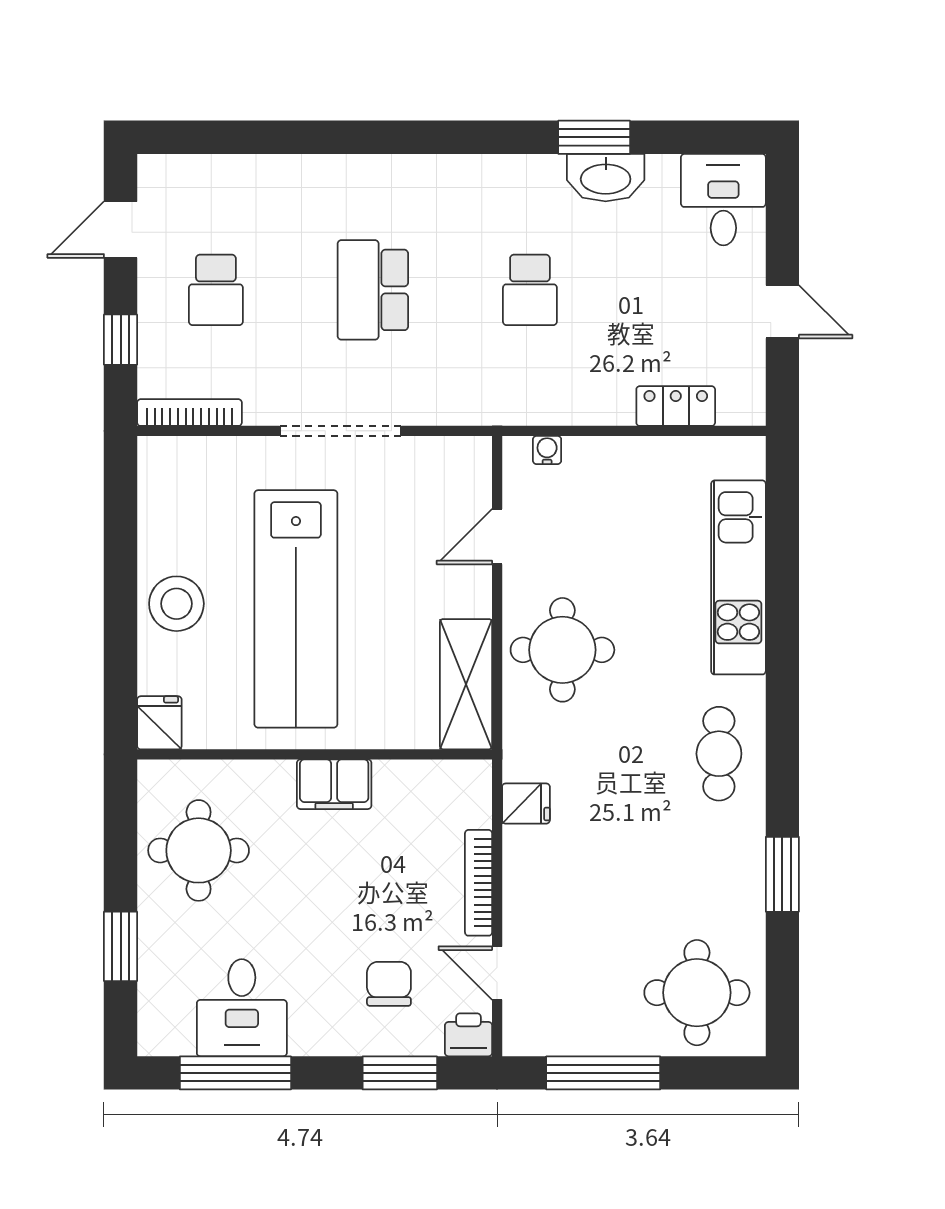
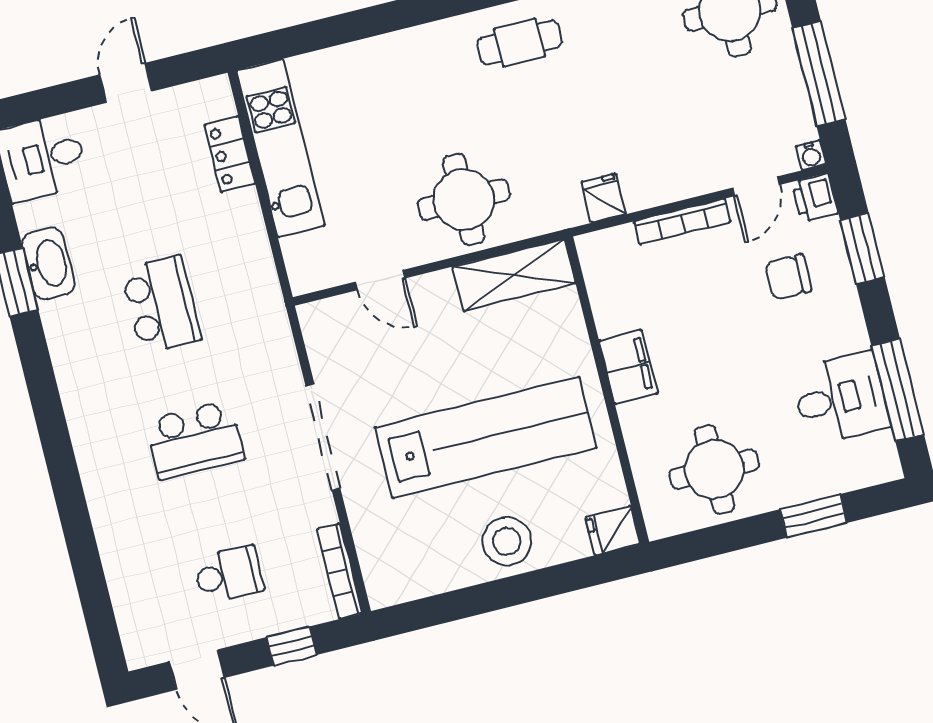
school desk: (530, 290) -> (161, 305), width x1.85
water cooler: (547, 450) -> (811, 155), moved, turned -90
kitchen unit: (738, 577) -> (280, 148), moved, turned -90

